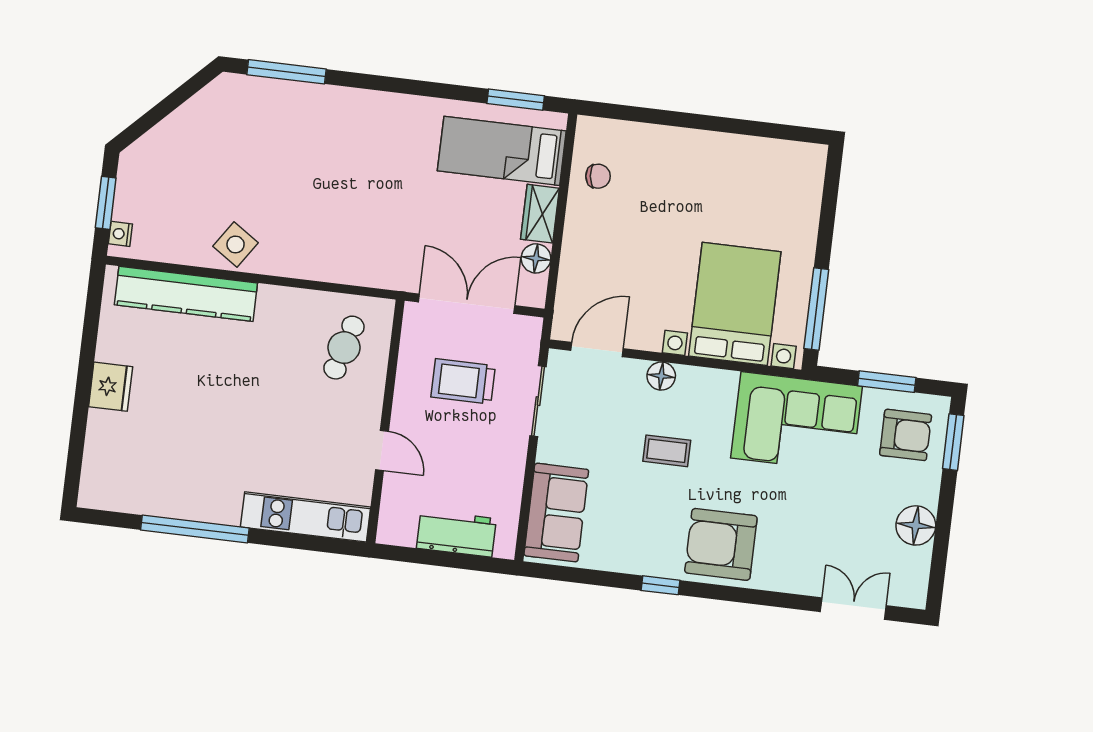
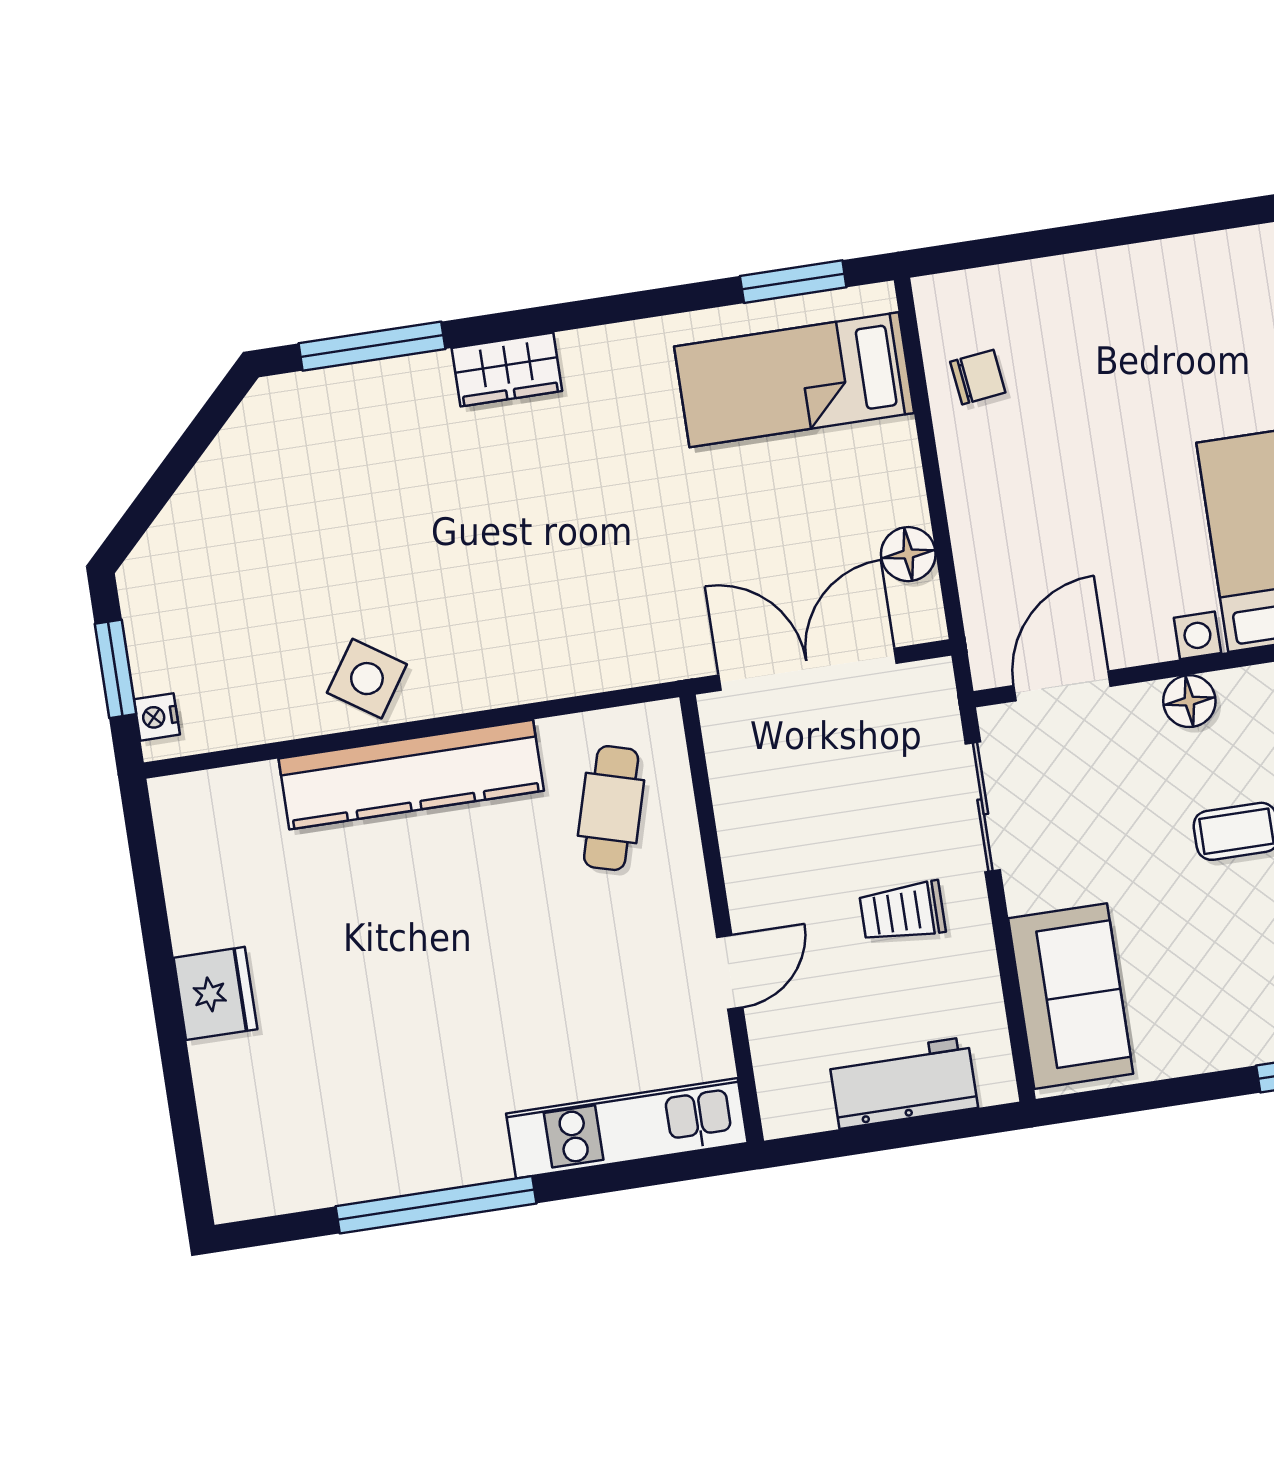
wardrobe: (540, 214) -> (507, 369), moved, turned -90
kitchen counter: (186, 294) -> (411, 775), moved
trolley: (463, 381) -> (902, 912), moved, width x0.73, depth x0.72
door: (382, 450) -> (730, 972), hinge flipped

